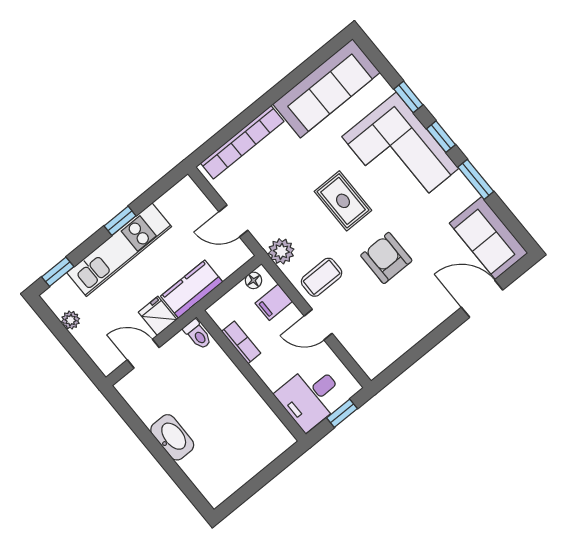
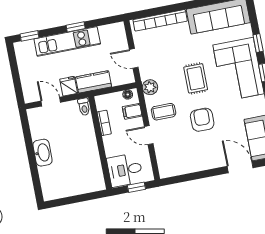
plant: (71, 320) -> (23, 64), removed

